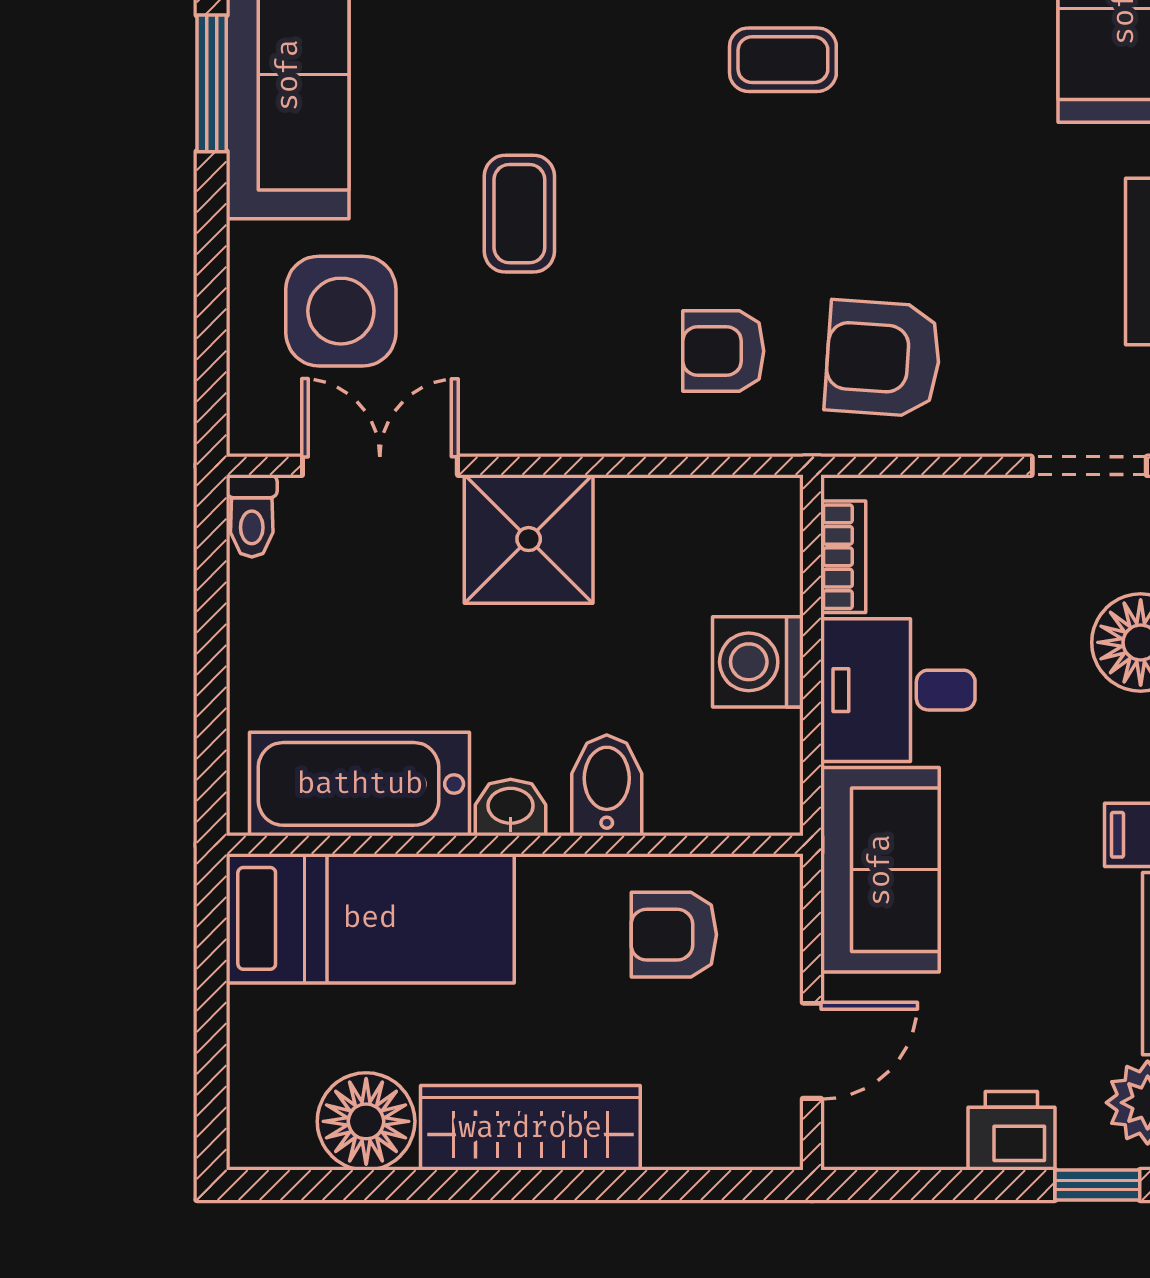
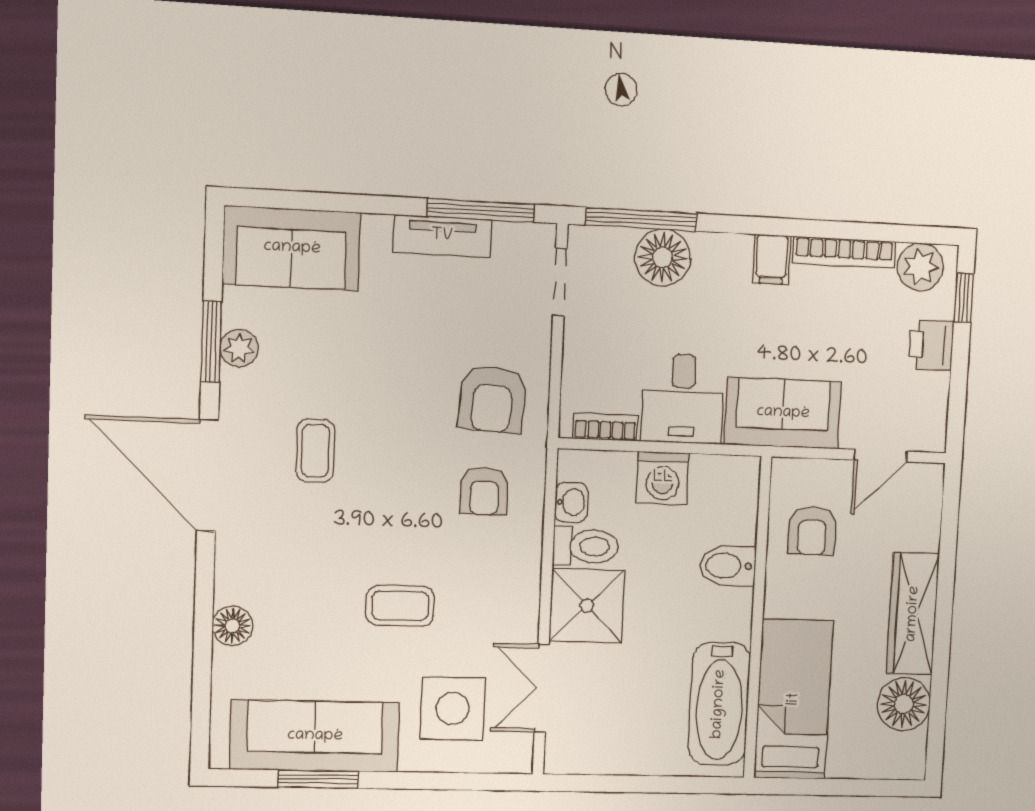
toilet: (252, 516) -> (586, 546), moved, width x1.37, depth x1.39
washbasin: (511, 807) -> (571, 502), moved, turned 180
door: (812, 1051) -> (880, 456), swing flipped

